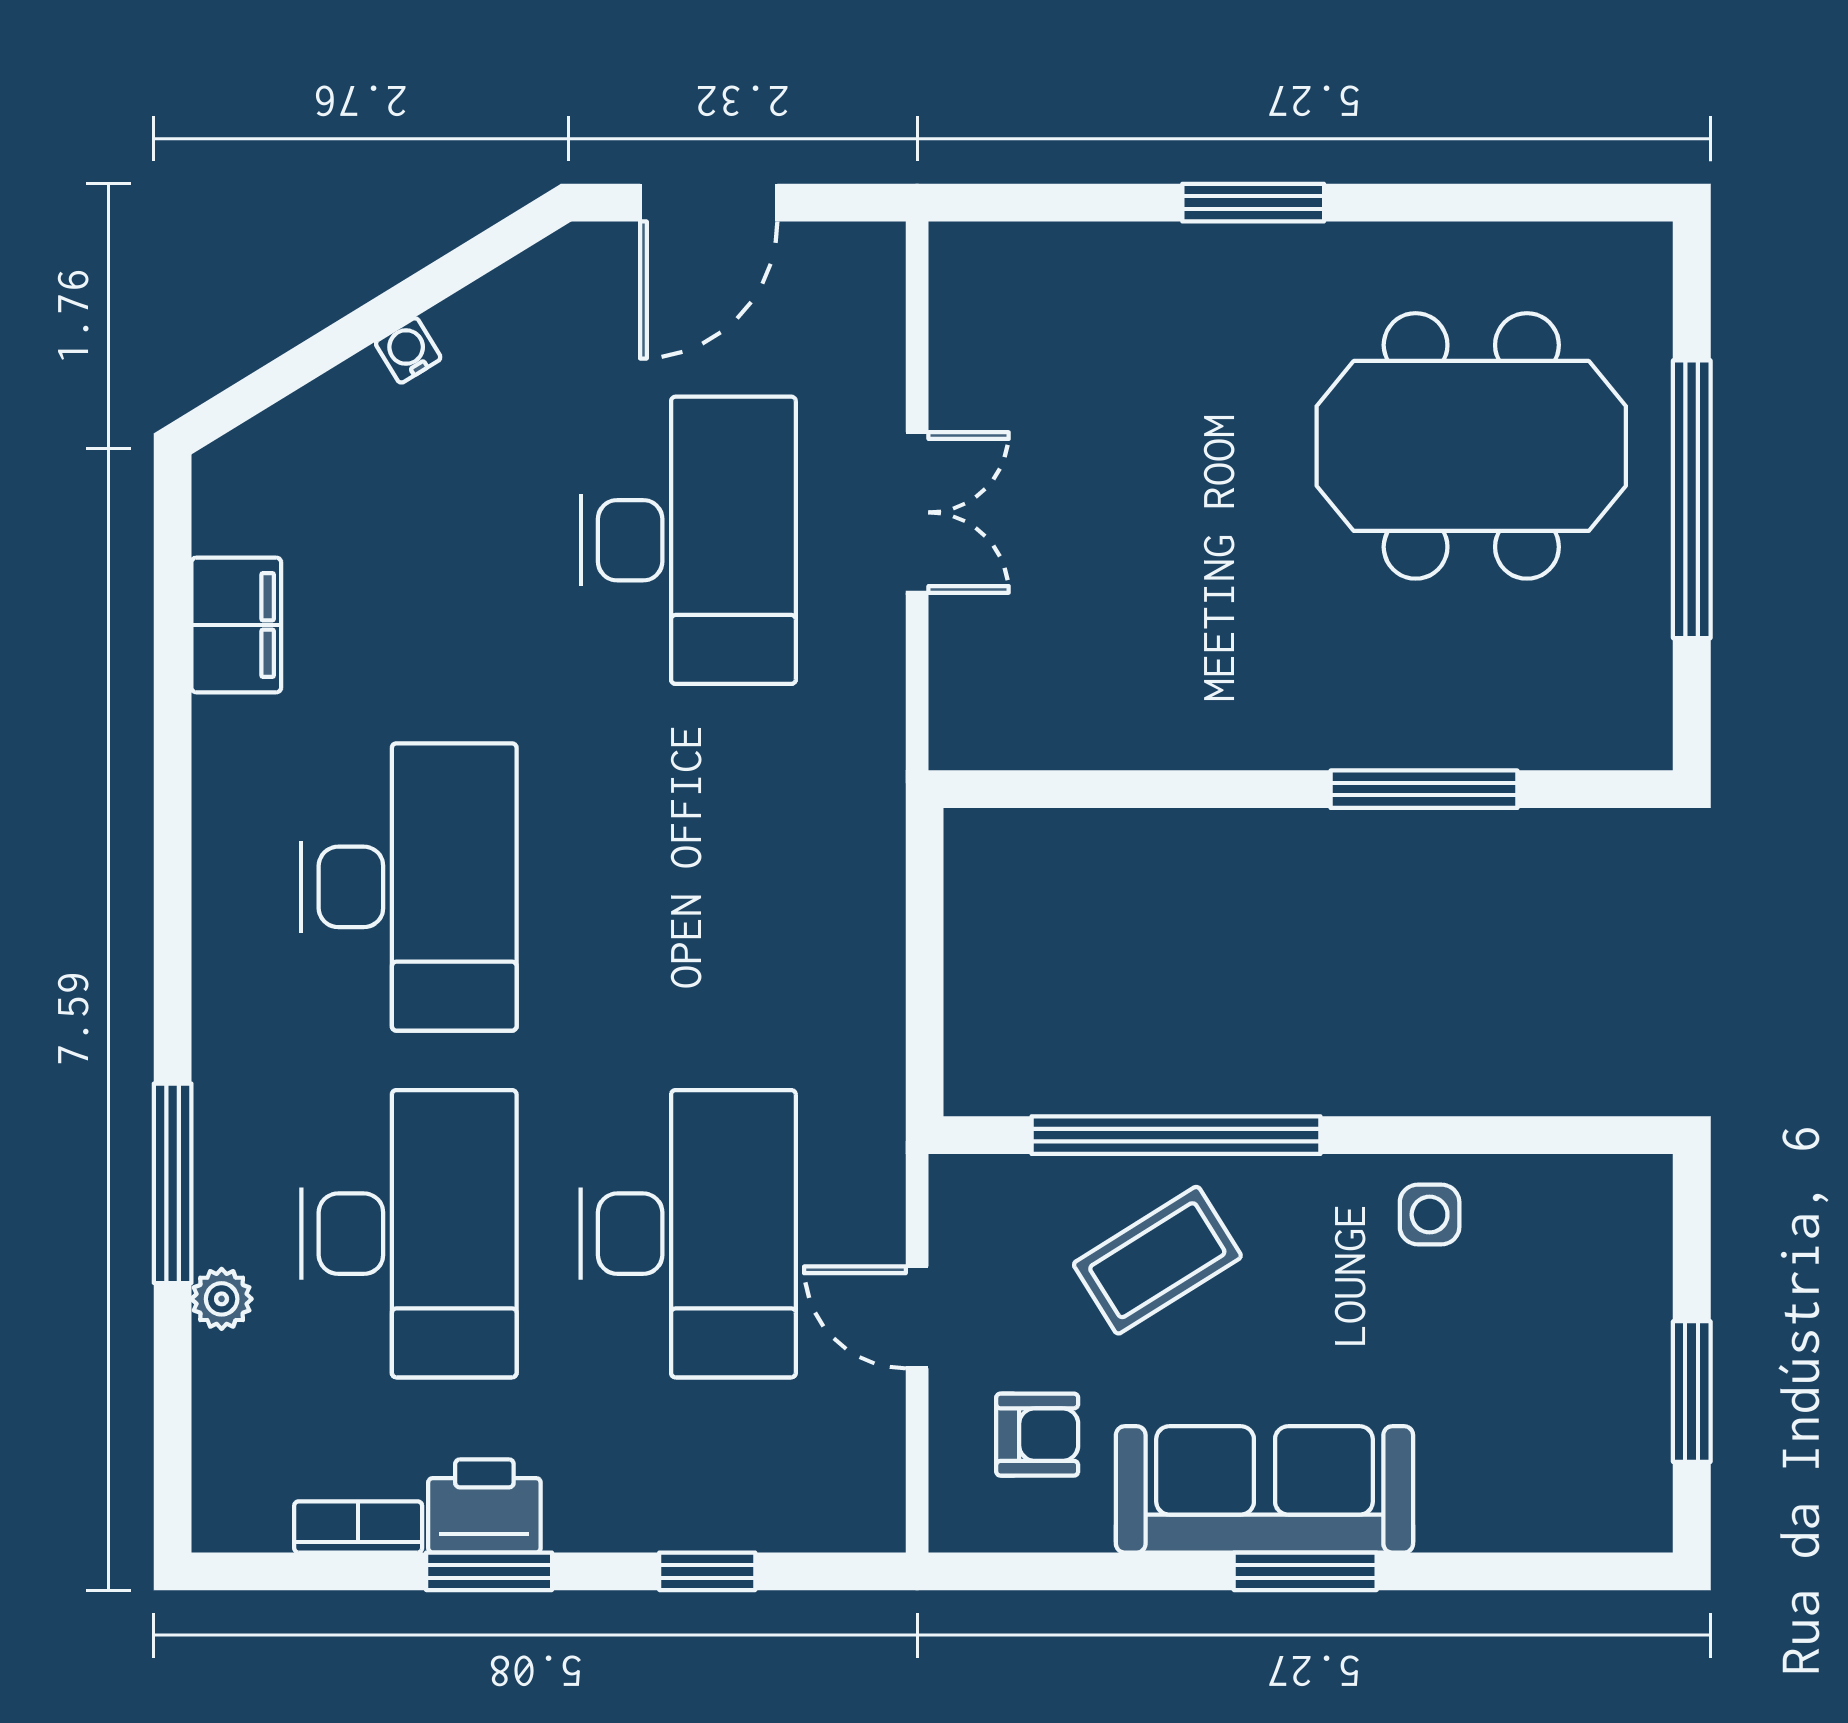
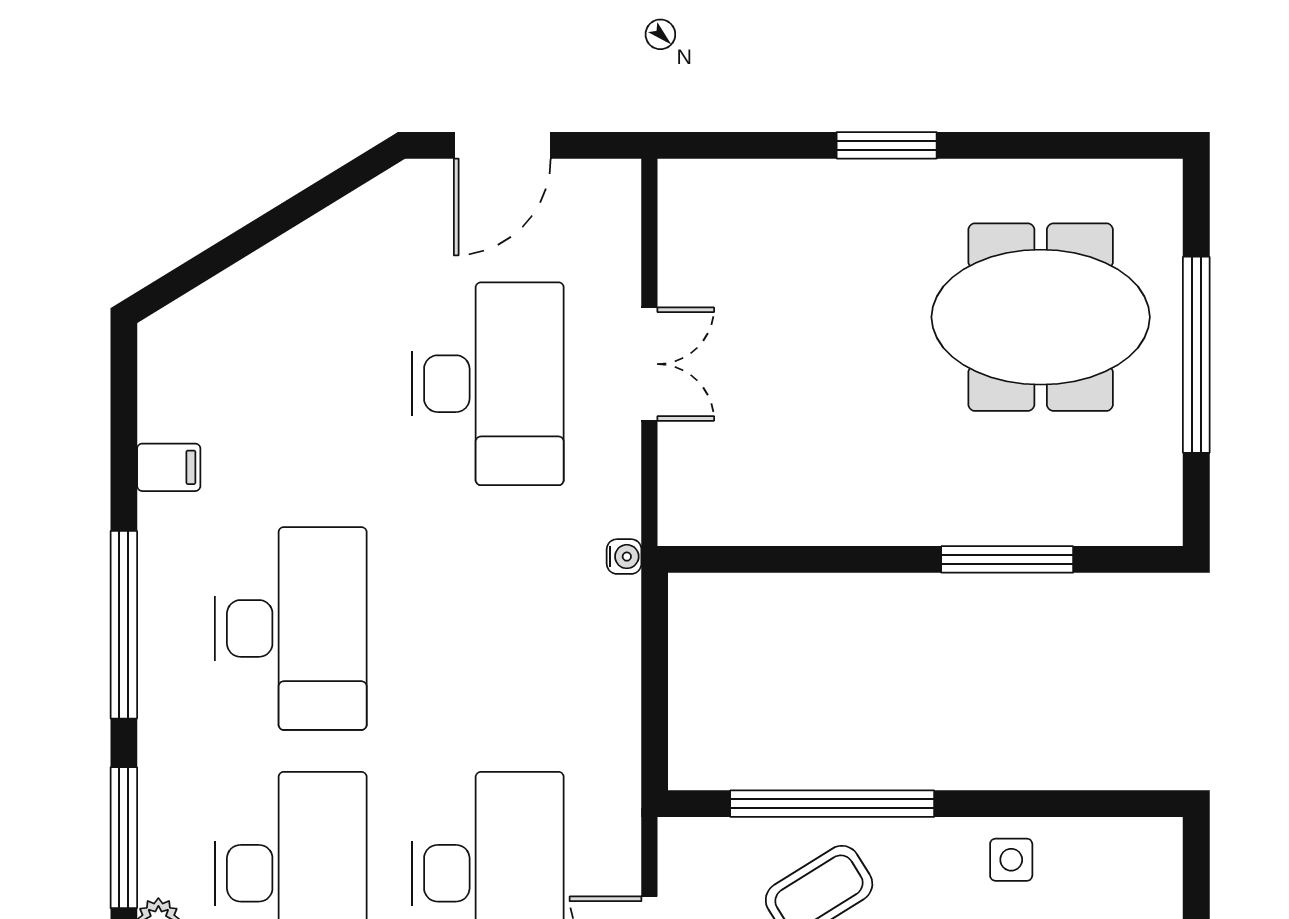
water cooler: (408, 350) -> (624, 557), moved, turned 122
filing cabinet: (236, 625) -> (169, 467), width x0.50
window: (173, 882) -> (124, 625), added

